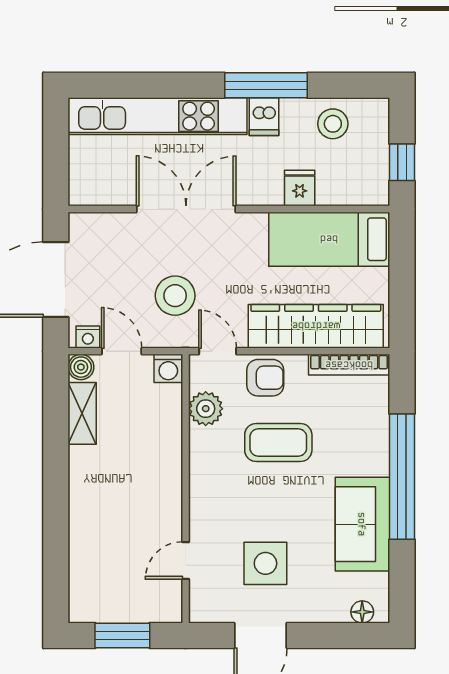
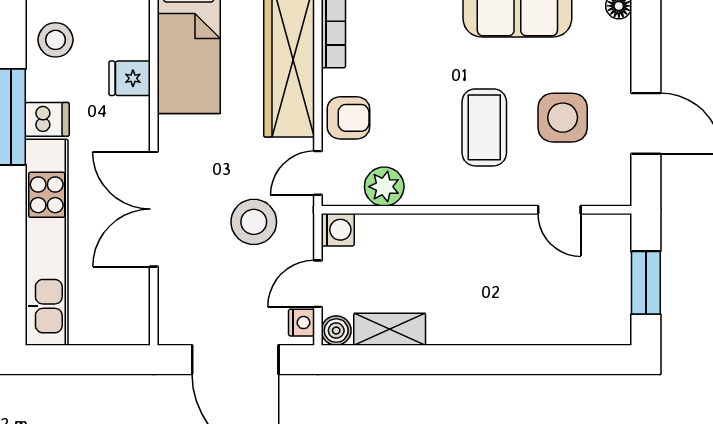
armchair: (265, 378) -> (348, 118), turned 90
coffee table: (278, 443) -> (484, 127), moved

